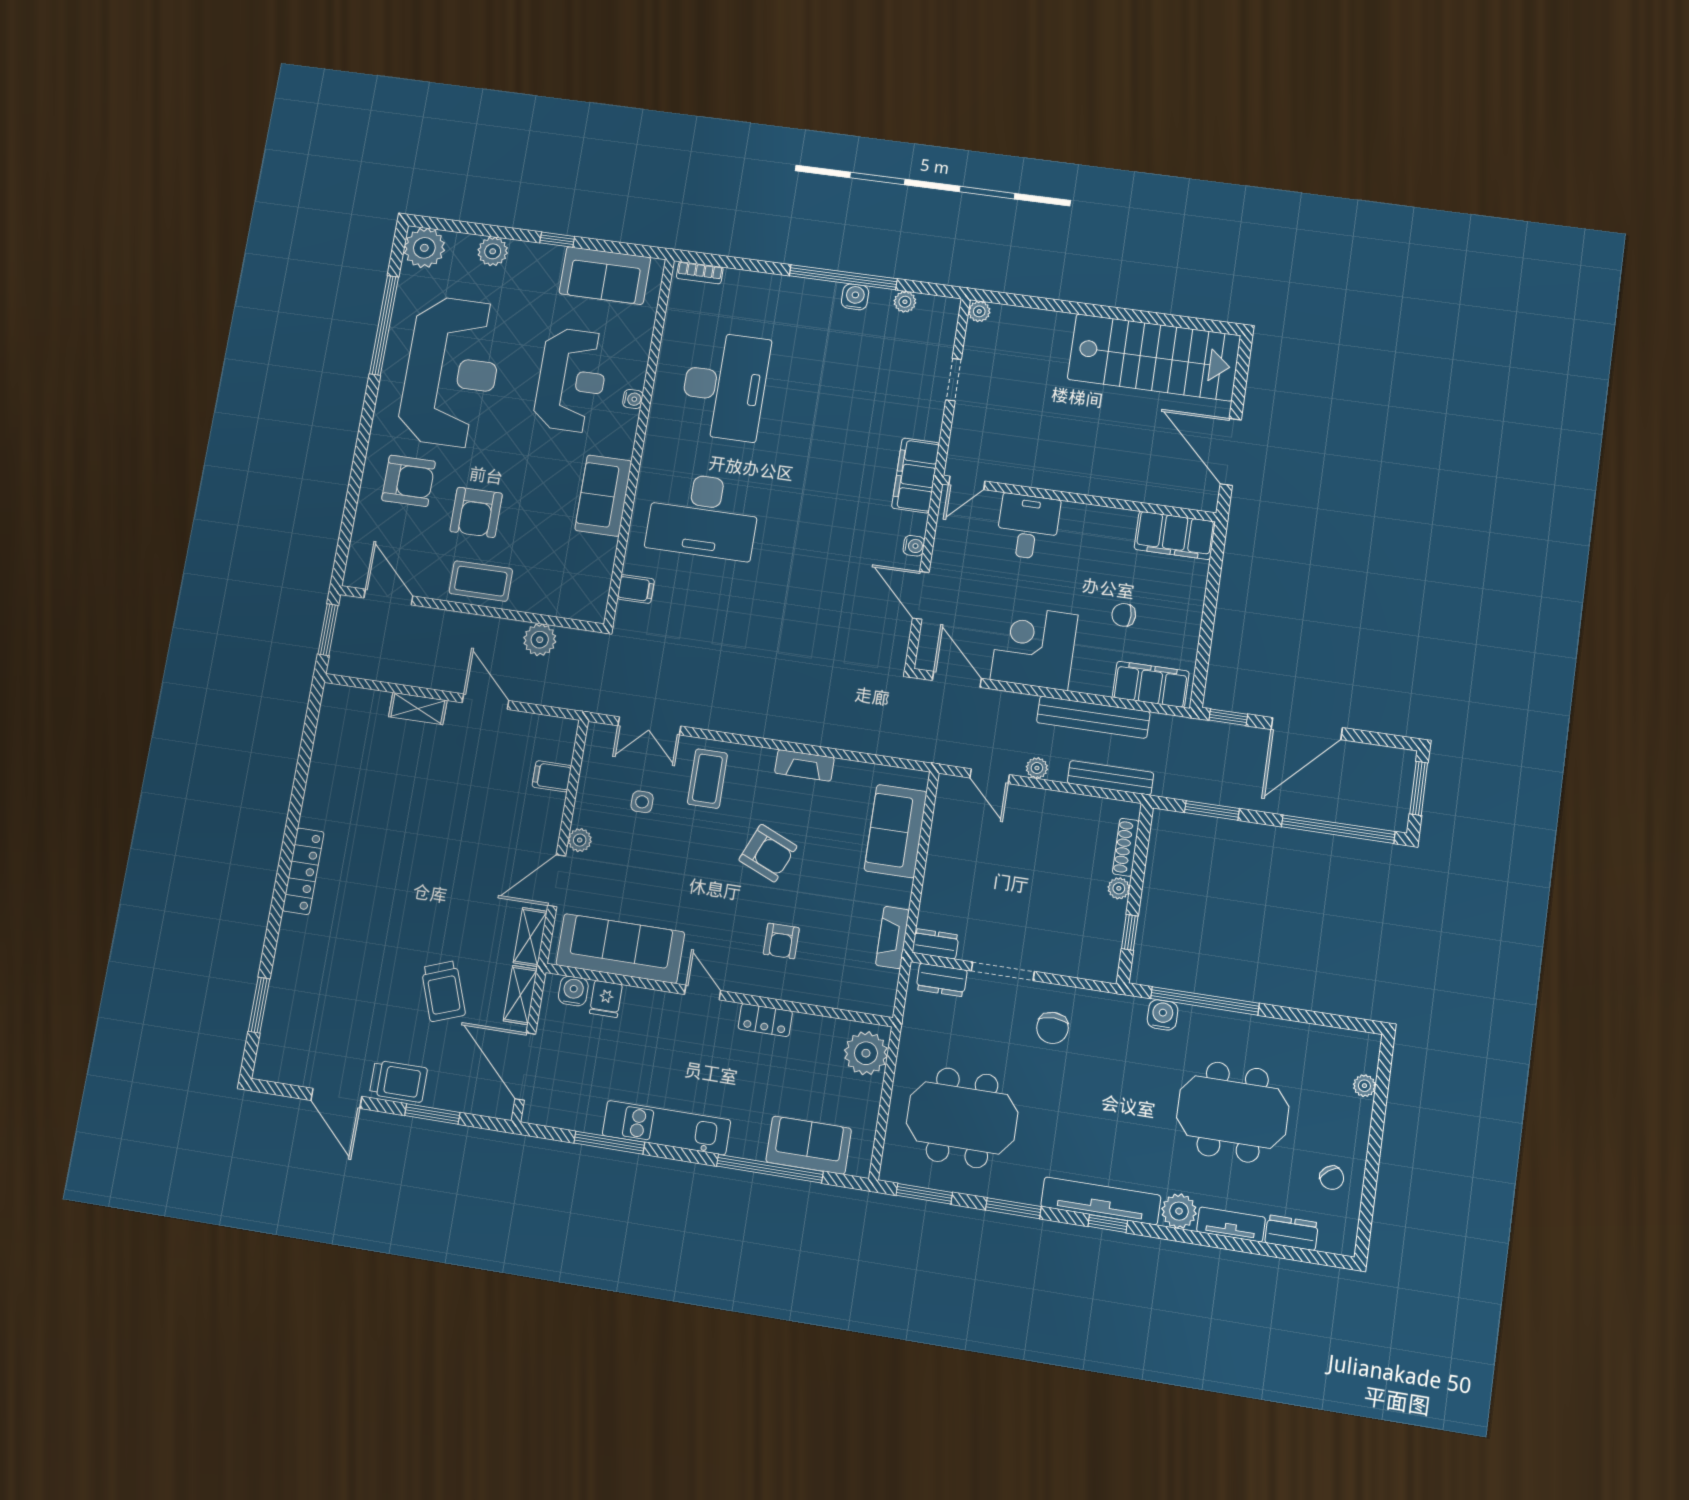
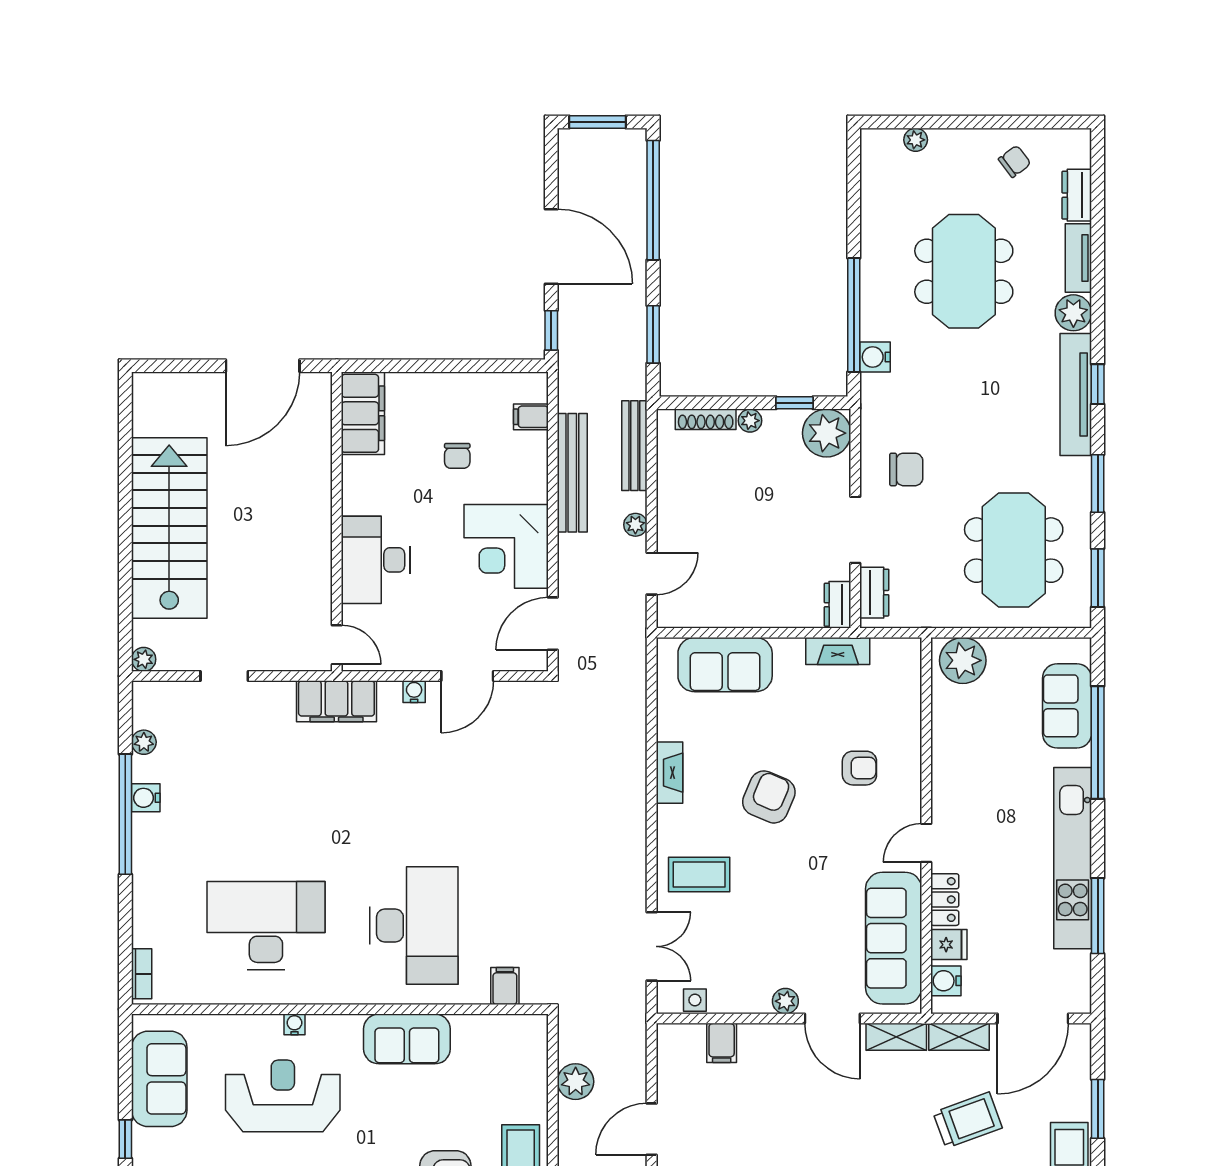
stairs: (1154, 357) -> (169, 528), moved
desk: (1028, 527) -> (376, 560), width x1.37
filing cabinet: (1151, 684) -> (531, 417), width x0.33, depth x0.86
side table: (642, 802) -> (695, 1000), moved
plant: (1097, 958) -> (827, 433), added
locker: (765, 1020) -> (945, 900), moved
kitchen unit: (666, 1128) -> (1073, 858), width x1.36

